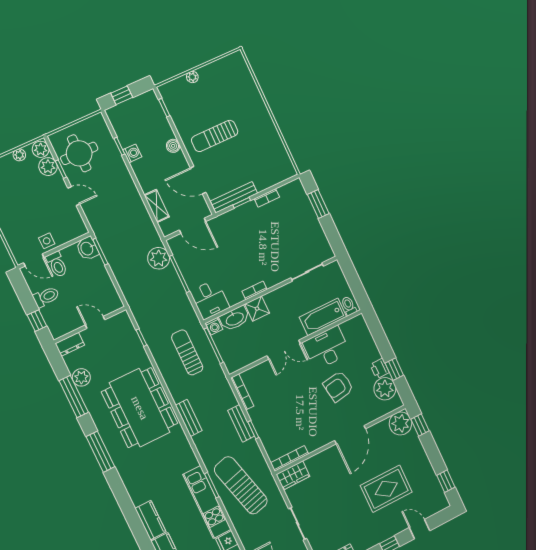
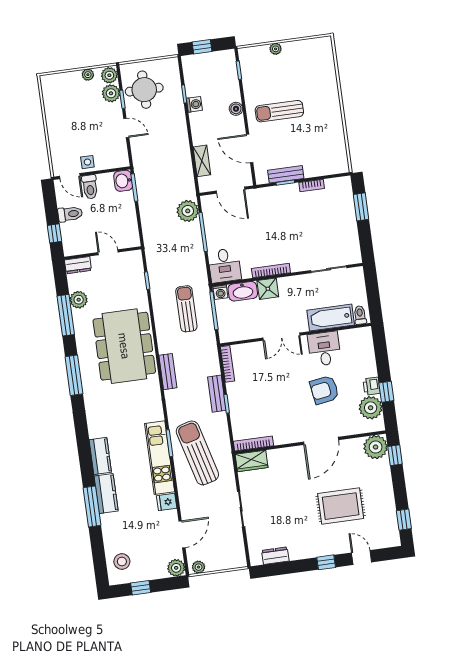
bench: (234, 197) -> (286, 174), width x0.73
bookcase: (255, 290) -> (271, 271), width x1.56
desk: (326, 348) -> (324, 349), width x0.73

